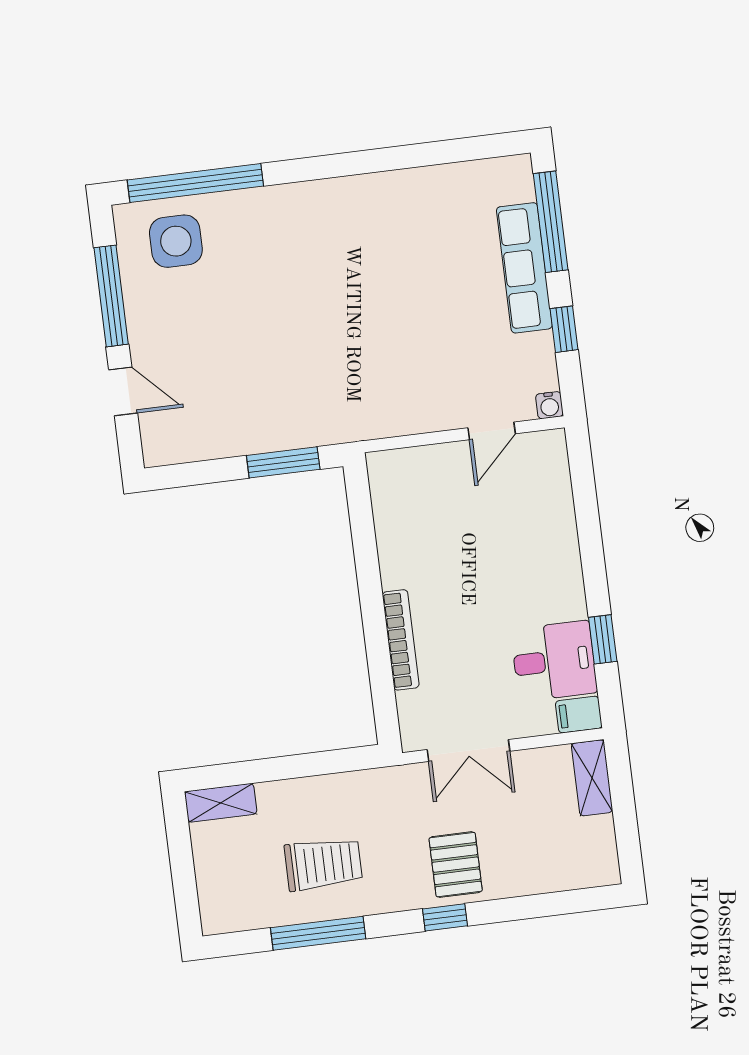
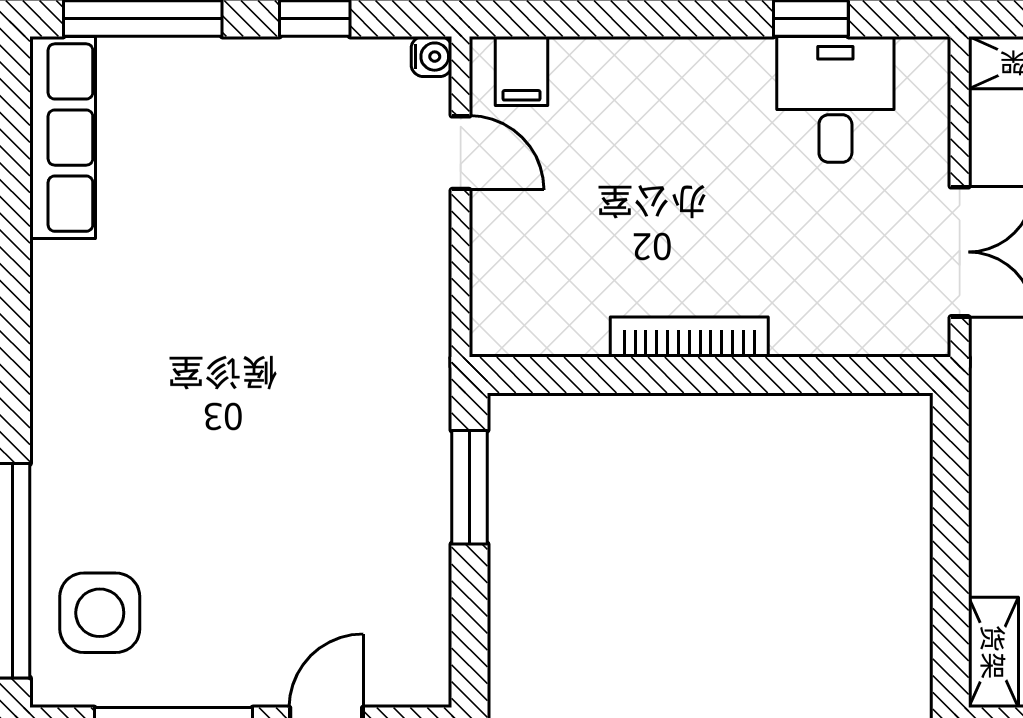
row of seats: (524, 268) -> (63, 138), moved, turned -90
bookcase: (401, 640) -> (689, 337), moved
filing cabinet: (579, 715) -> (521, 71), moved

